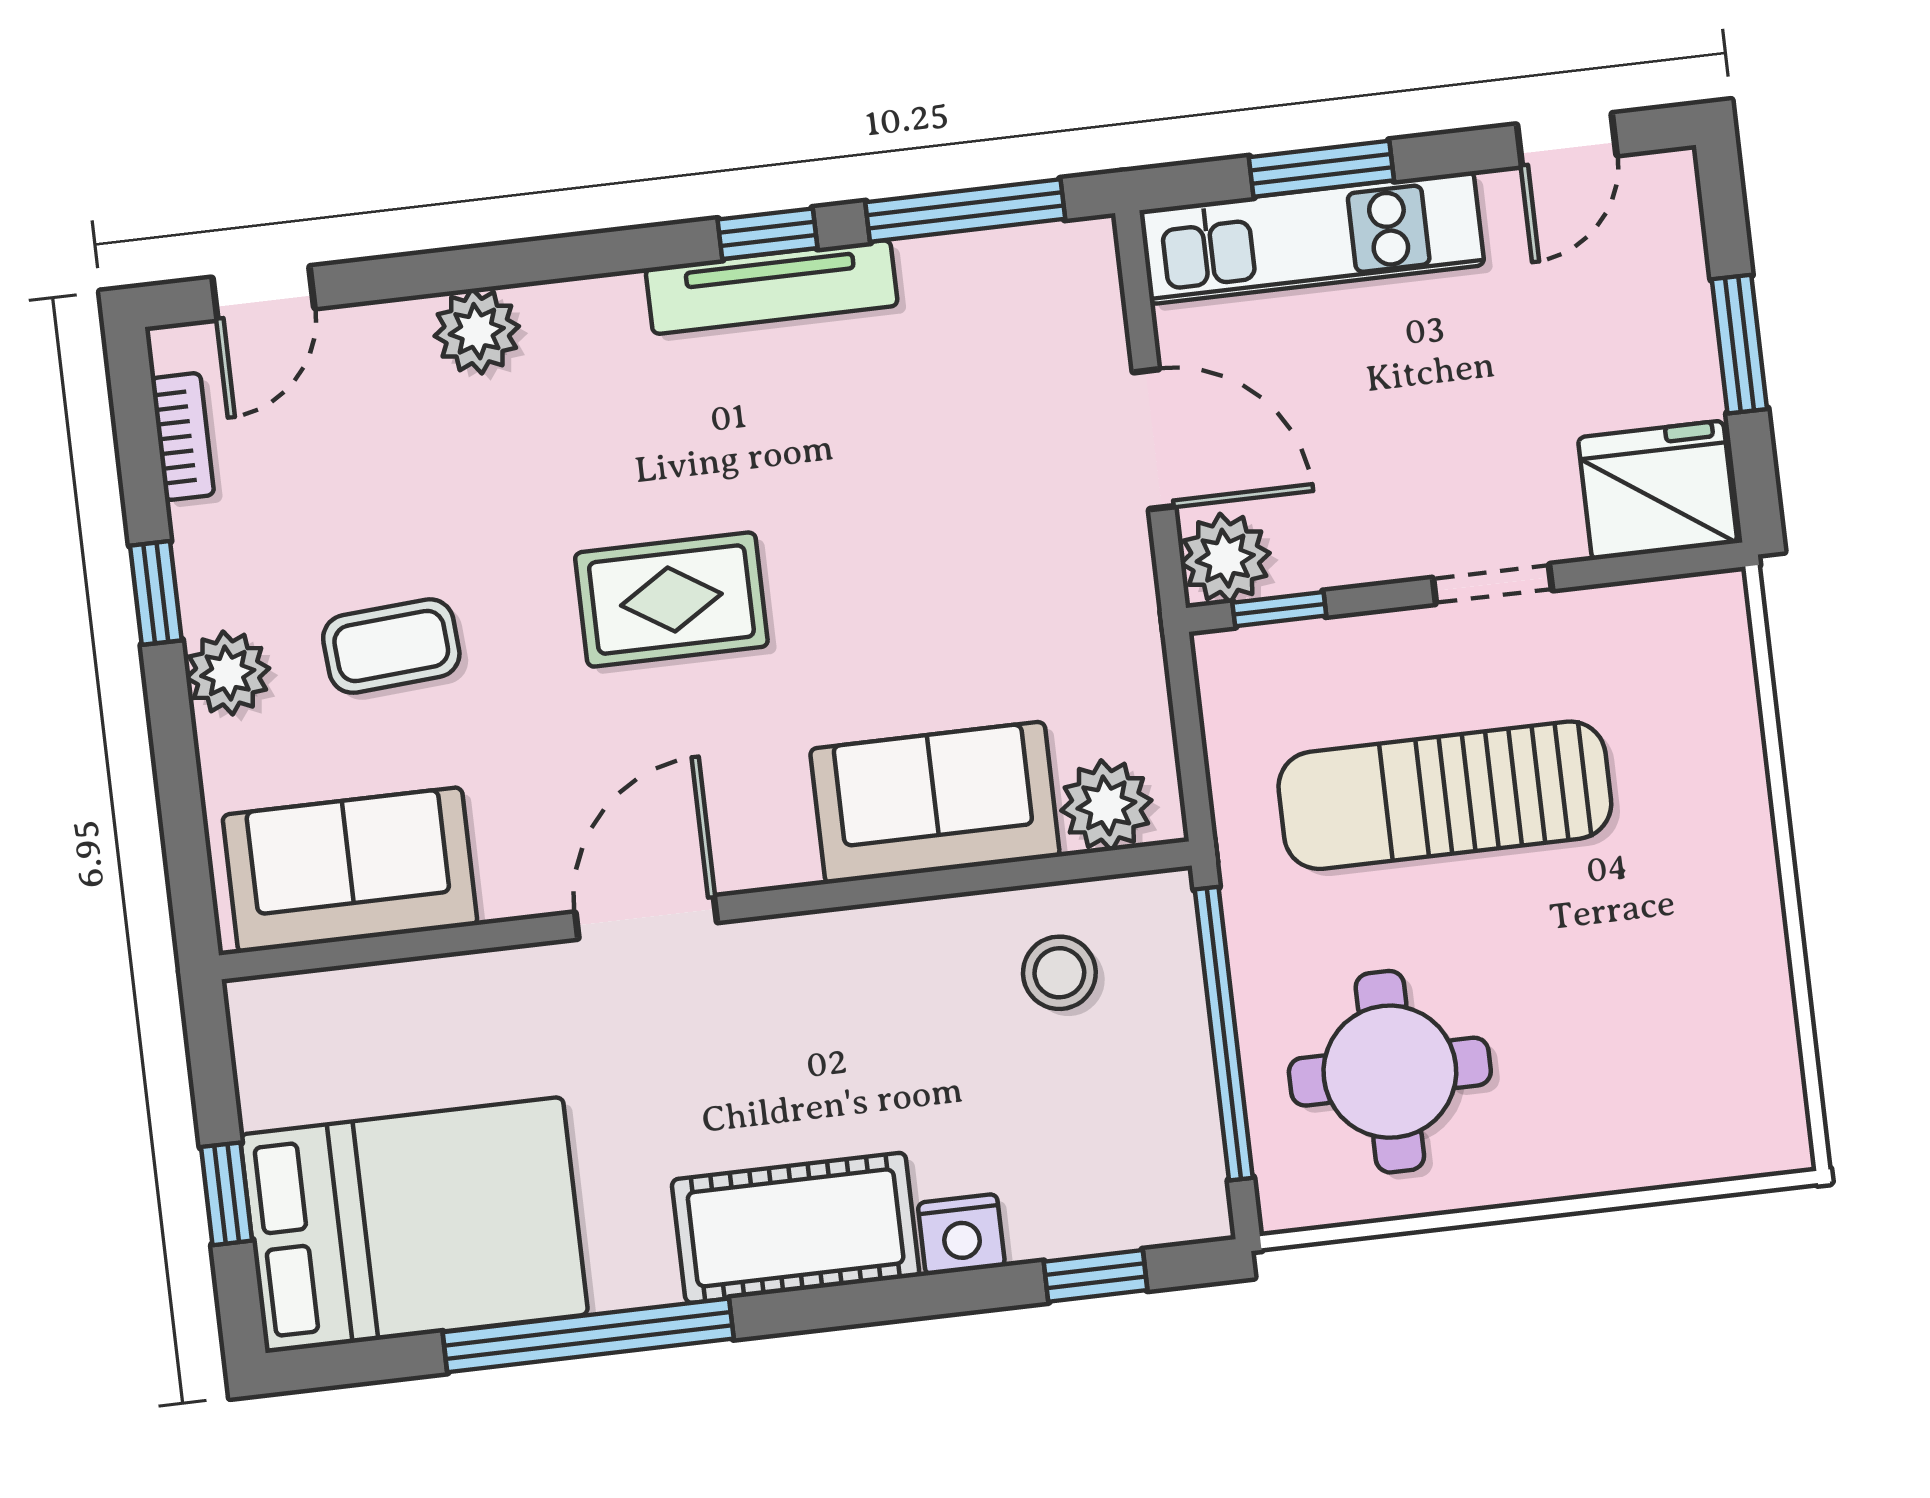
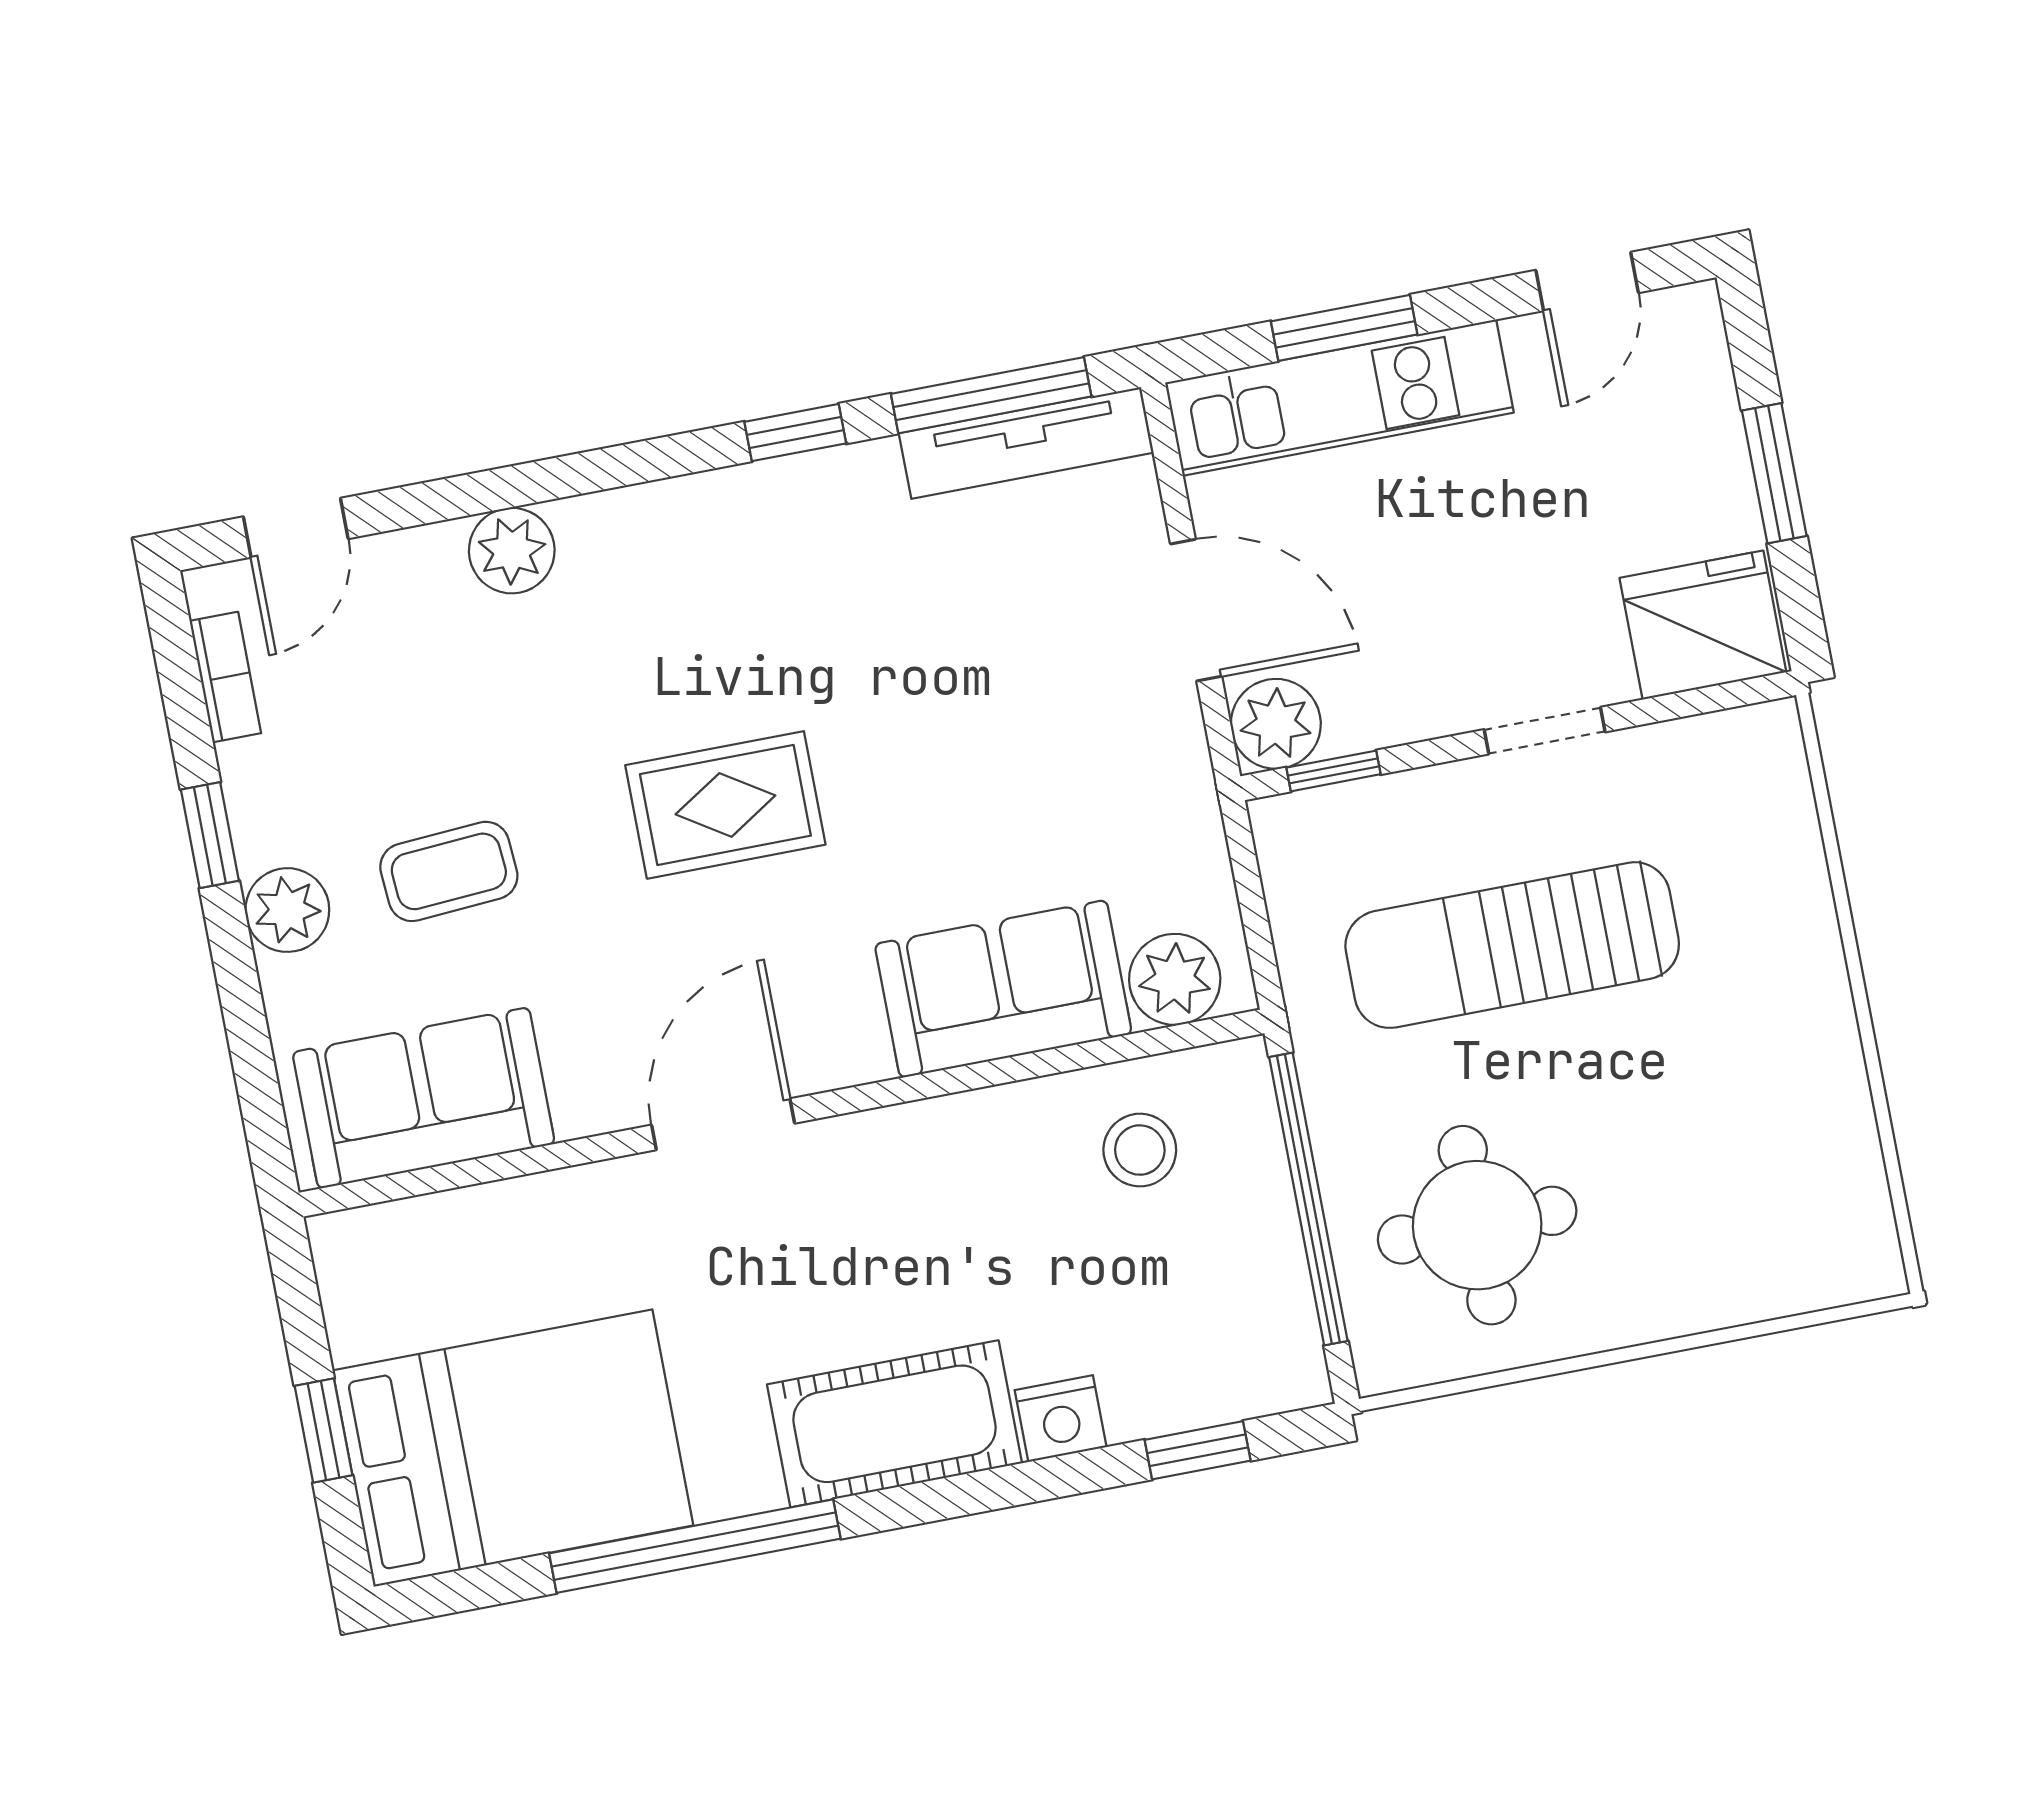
tv unit: (772, 287) -> (1026, 443), moved

